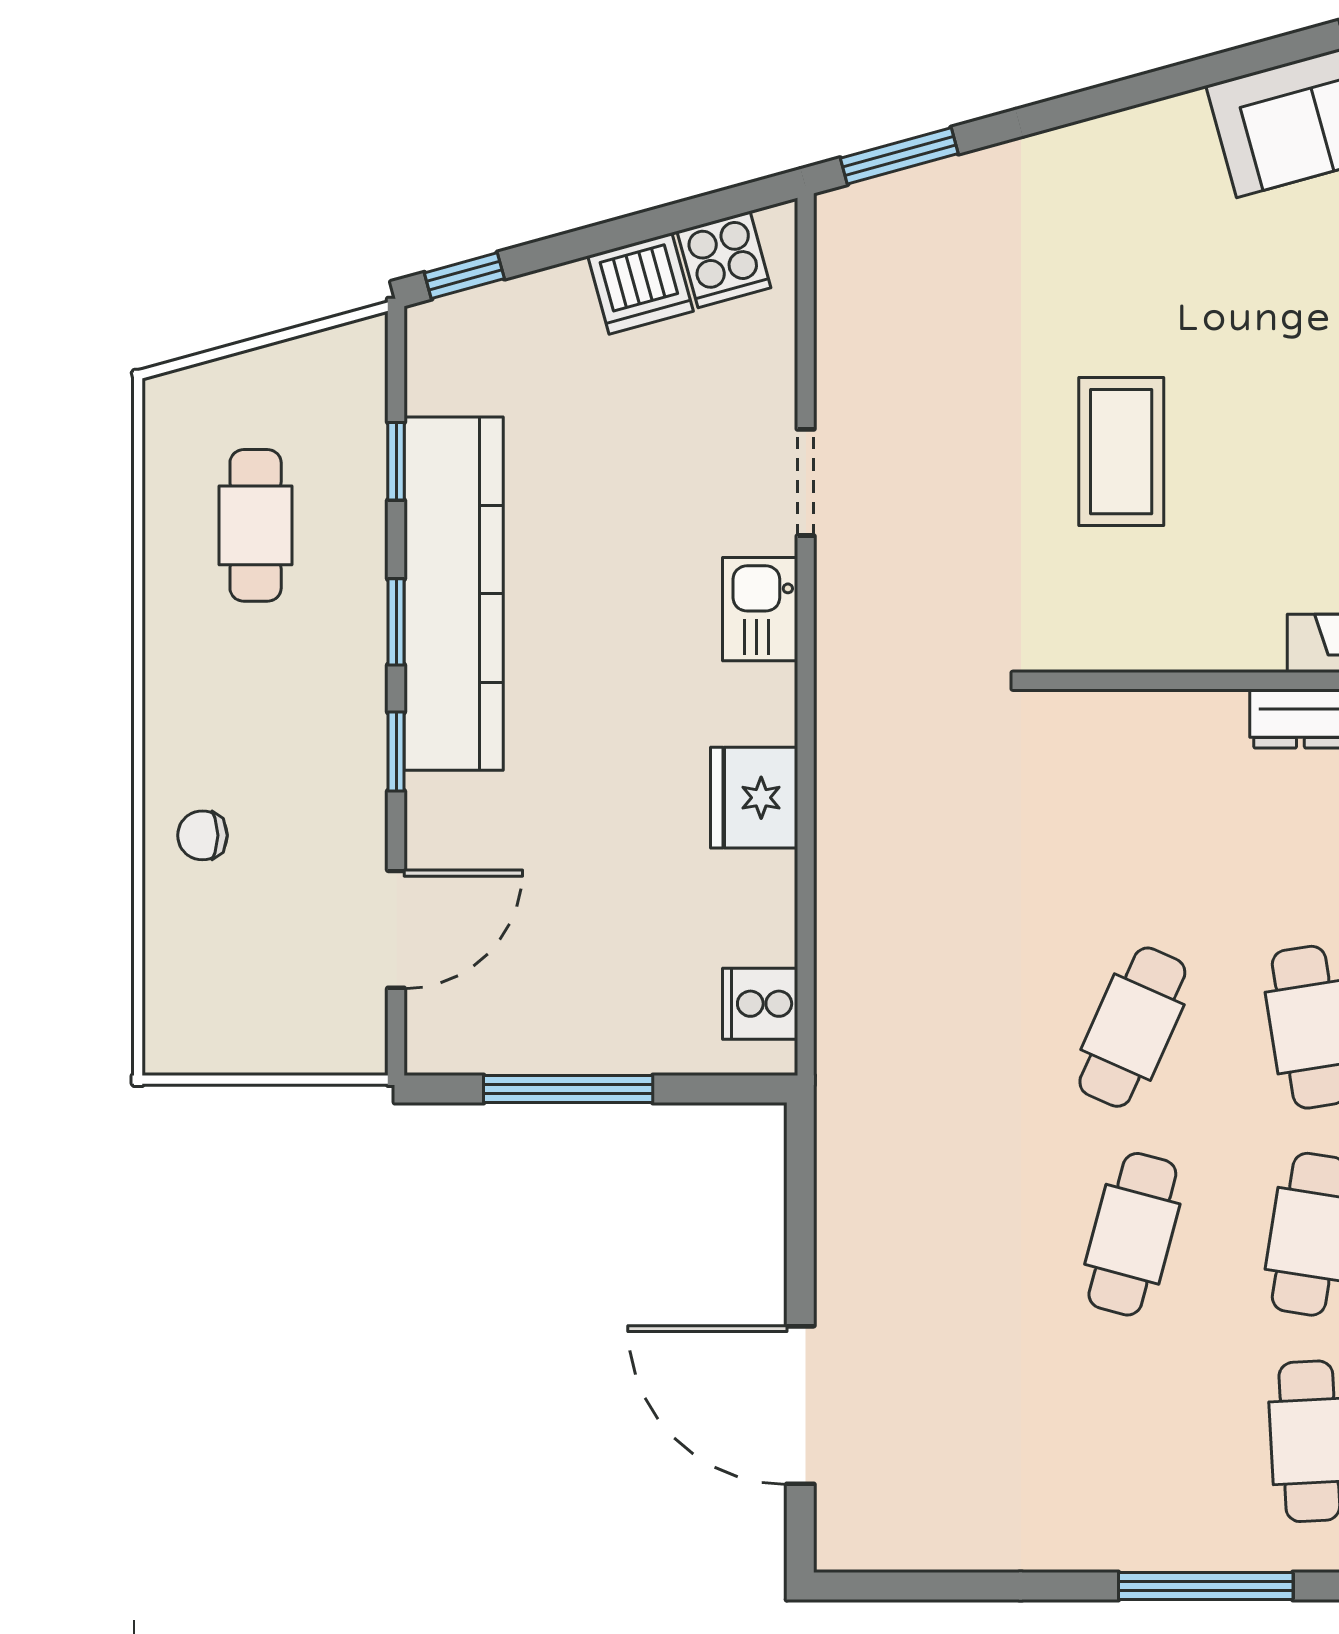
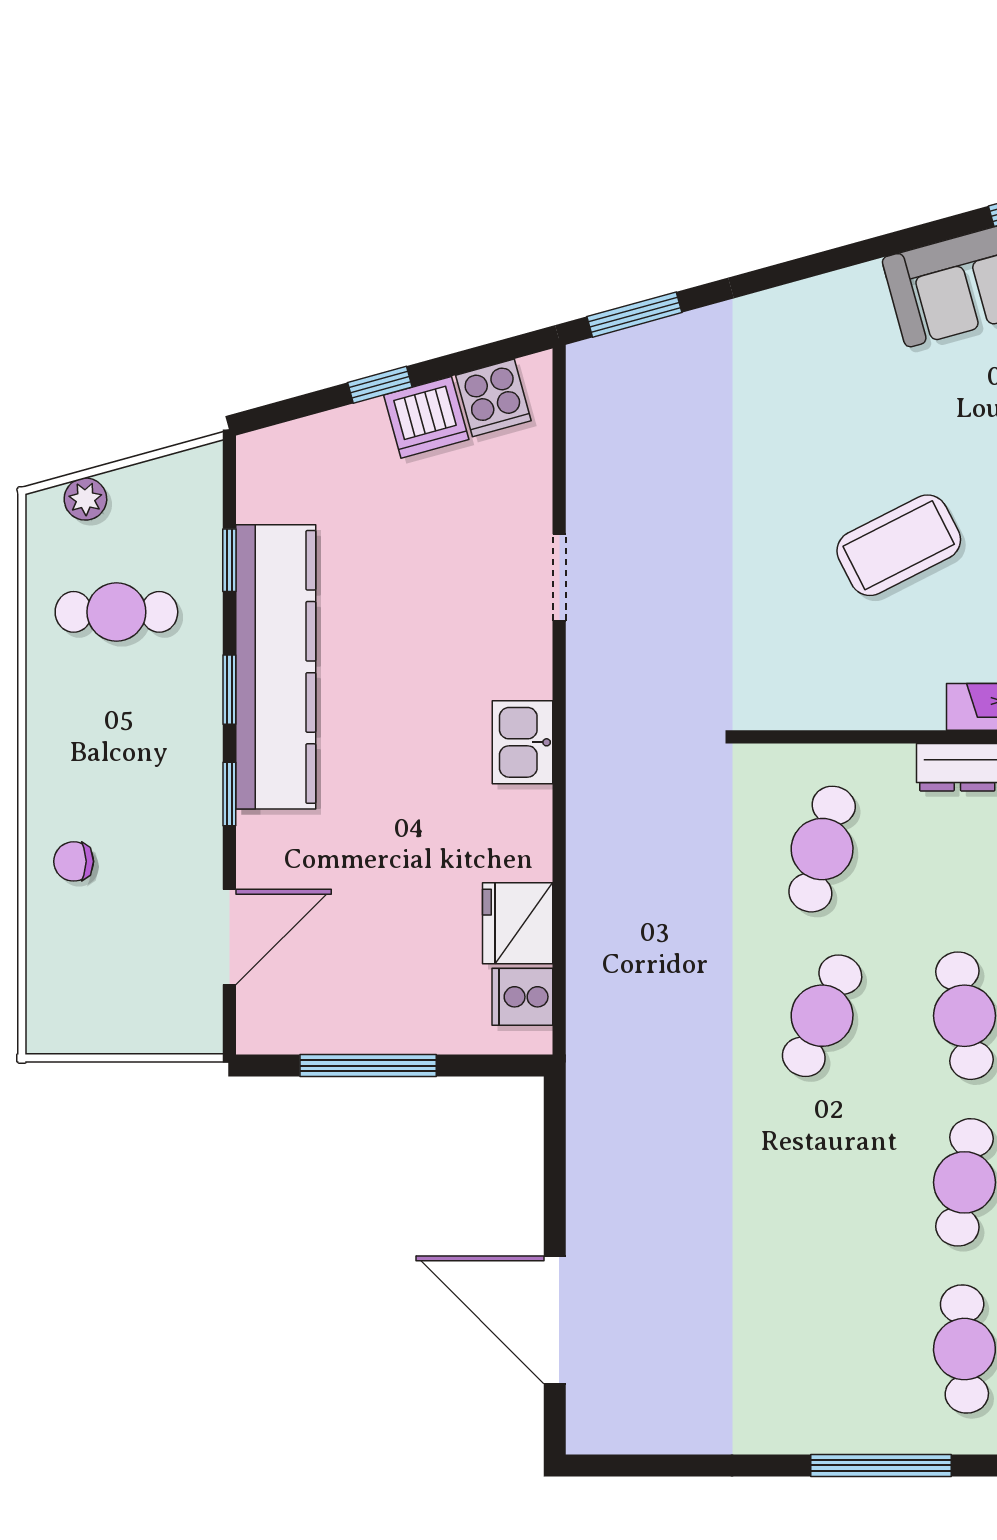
window: (464, 276) -> (380, 385), moved
plant: (217, 385) -> (85, 499), added
coffee table: (1121, 452) -> (899, 545), moved, turned 63
cafe table: (256, 525) -> (116, 612), turned 90
kitchen sink: (760, 609) -> (522, 742), moved
fridge: (754, 798) -> (518, 923), moved
cafe table: (1132, 1234) -> (822, 849), moved

